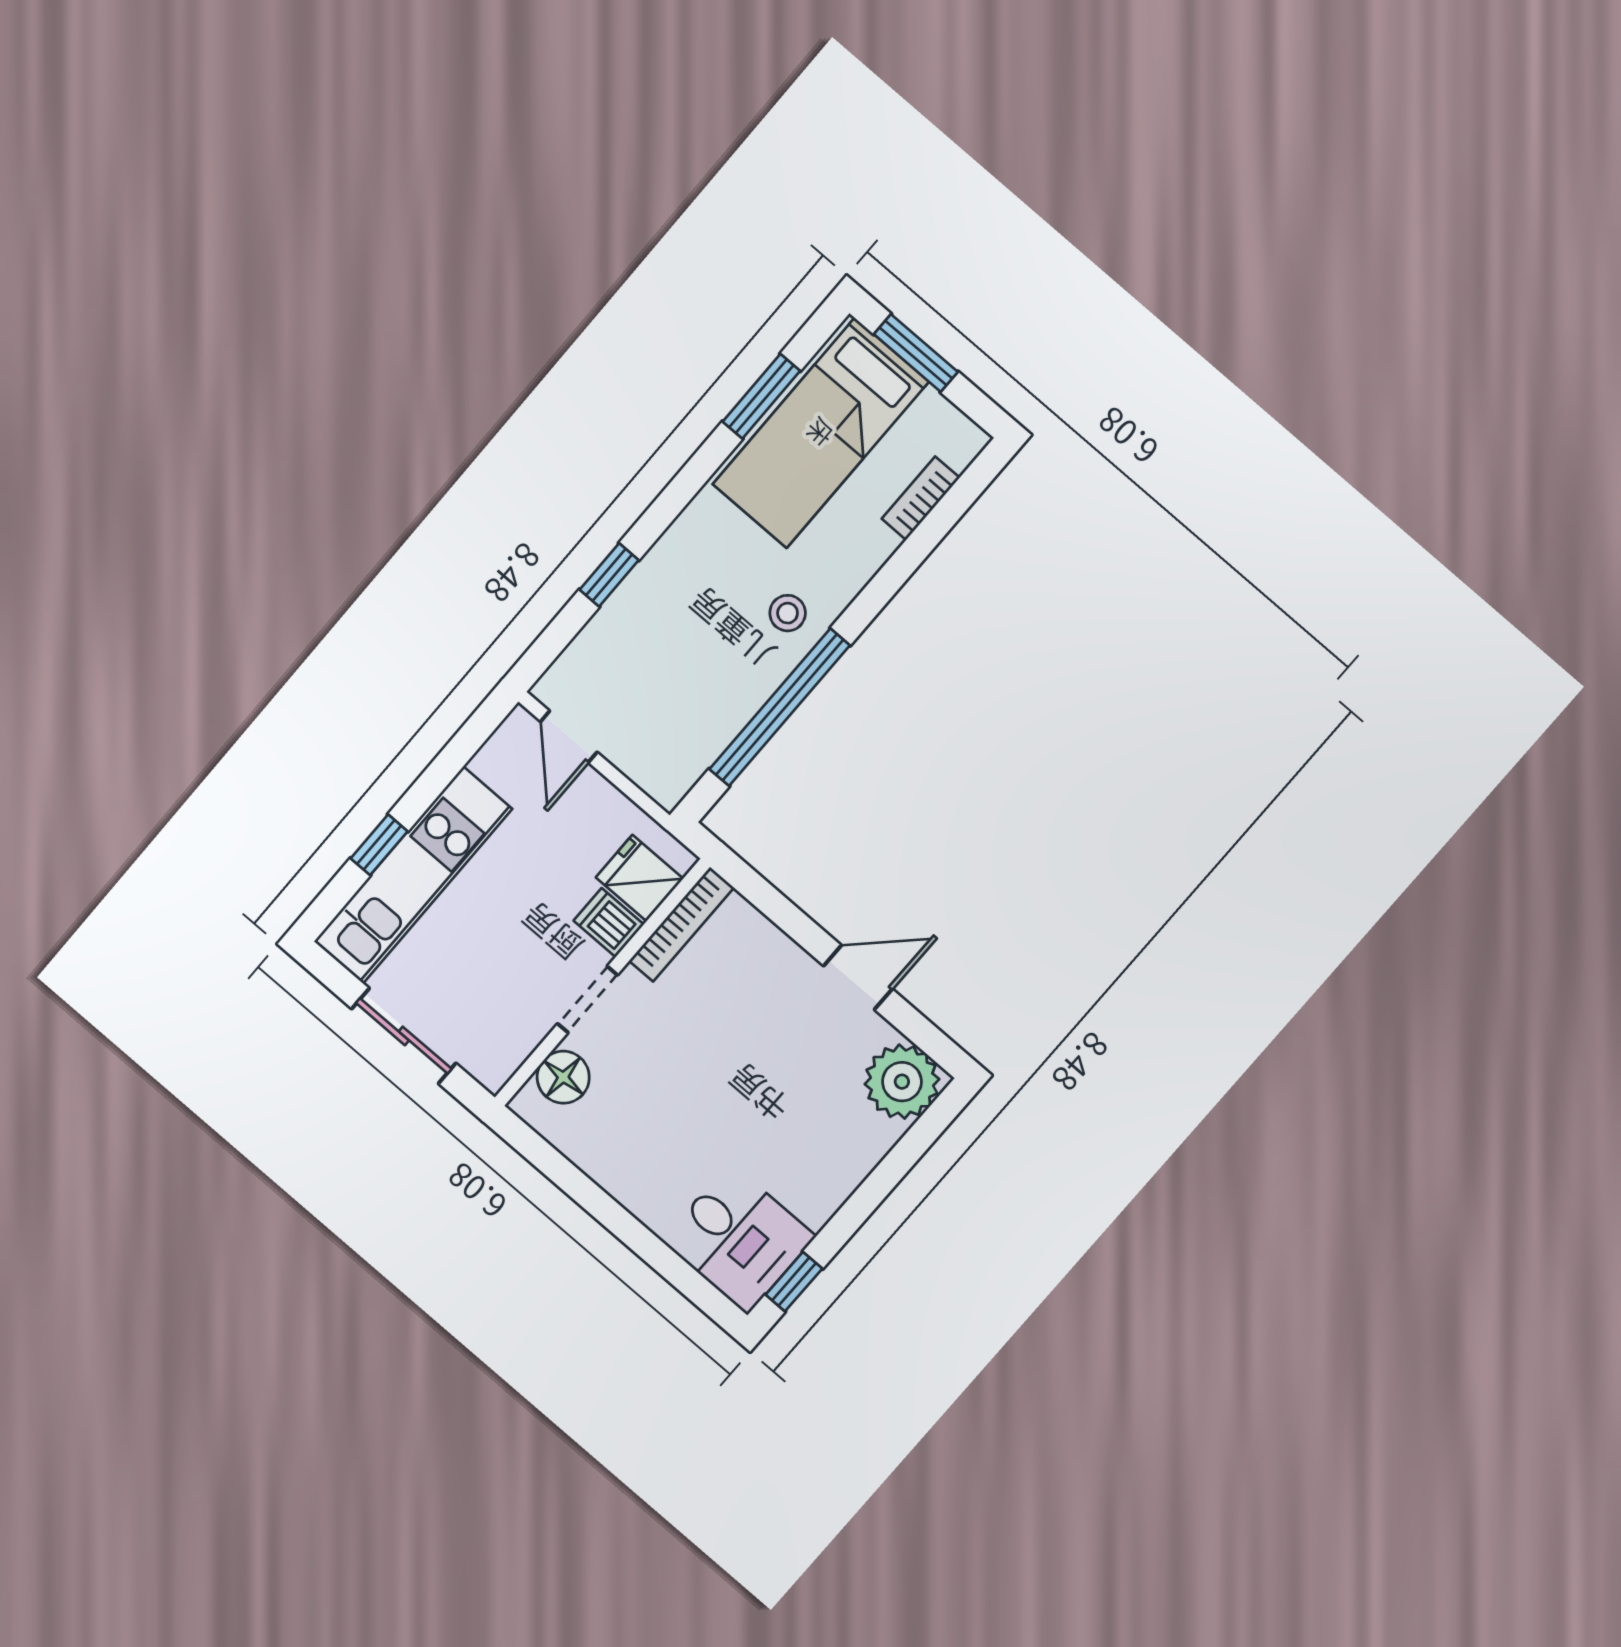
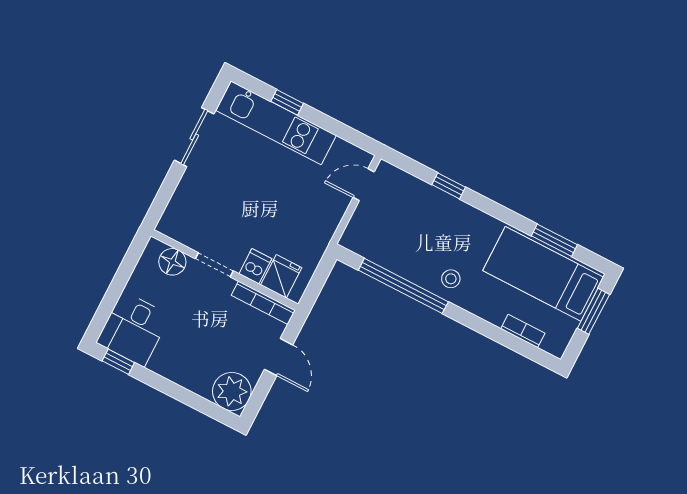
fridge: (639, 878) -> (281, 276), moved
dishwasher: (609, 923) -> (255, 266), moved
bookcase: (681, 924) -> (263, 303), moved
wall: (602, 983) -> (225, 270), moved
doorway: (588, 999) -> (214, 265), moved
floor lamp: (563, 1077) -> (172, 262), moved

